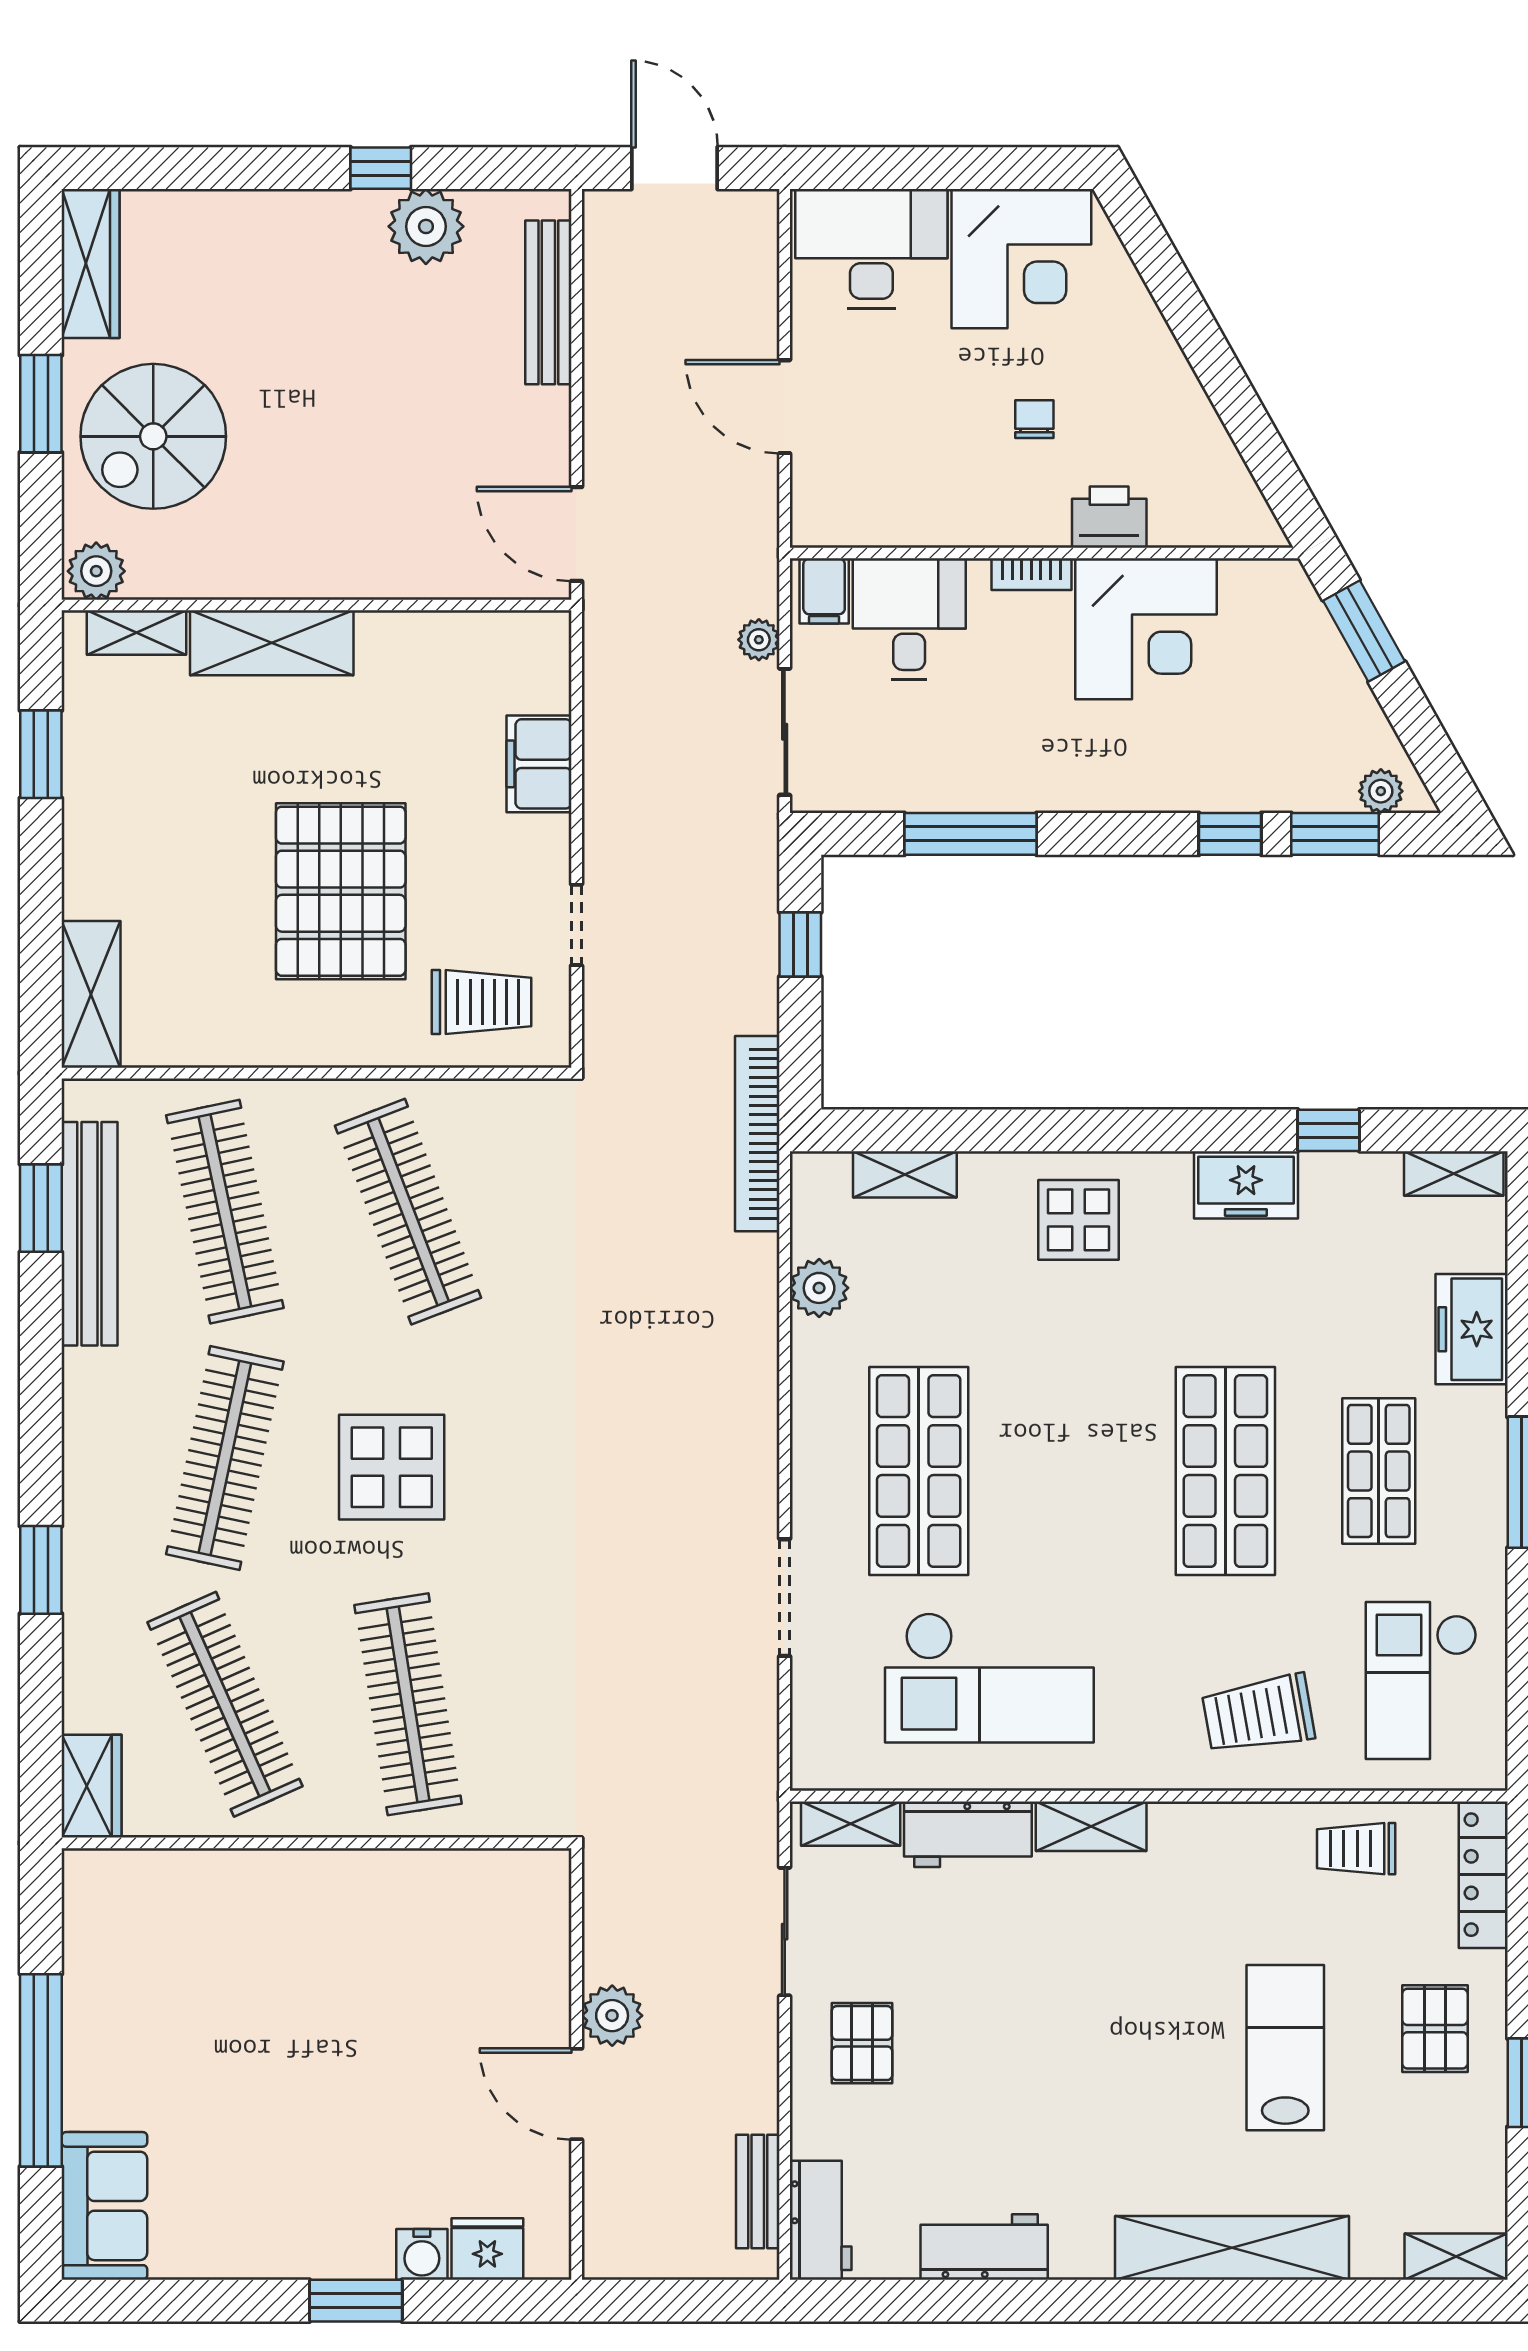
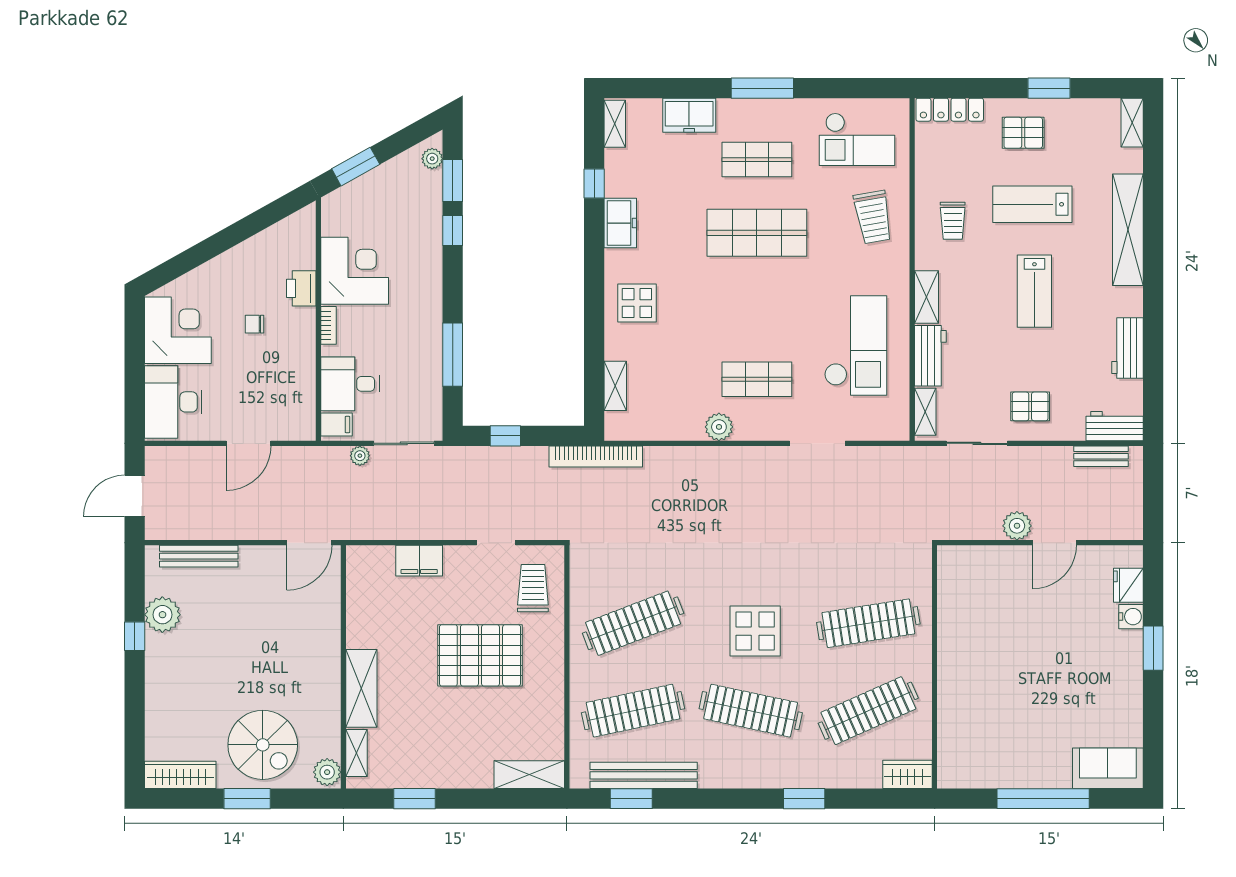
plant: (819, 1288) -> (719, 427), moved
shop shelf: (919, 1471) -> (757, 379), width x0.70, depth x0.74
trolley: (1356, 1849) -> (953, 221), moved
lab bench: (1103, 2052) -> (1034, 291), added

